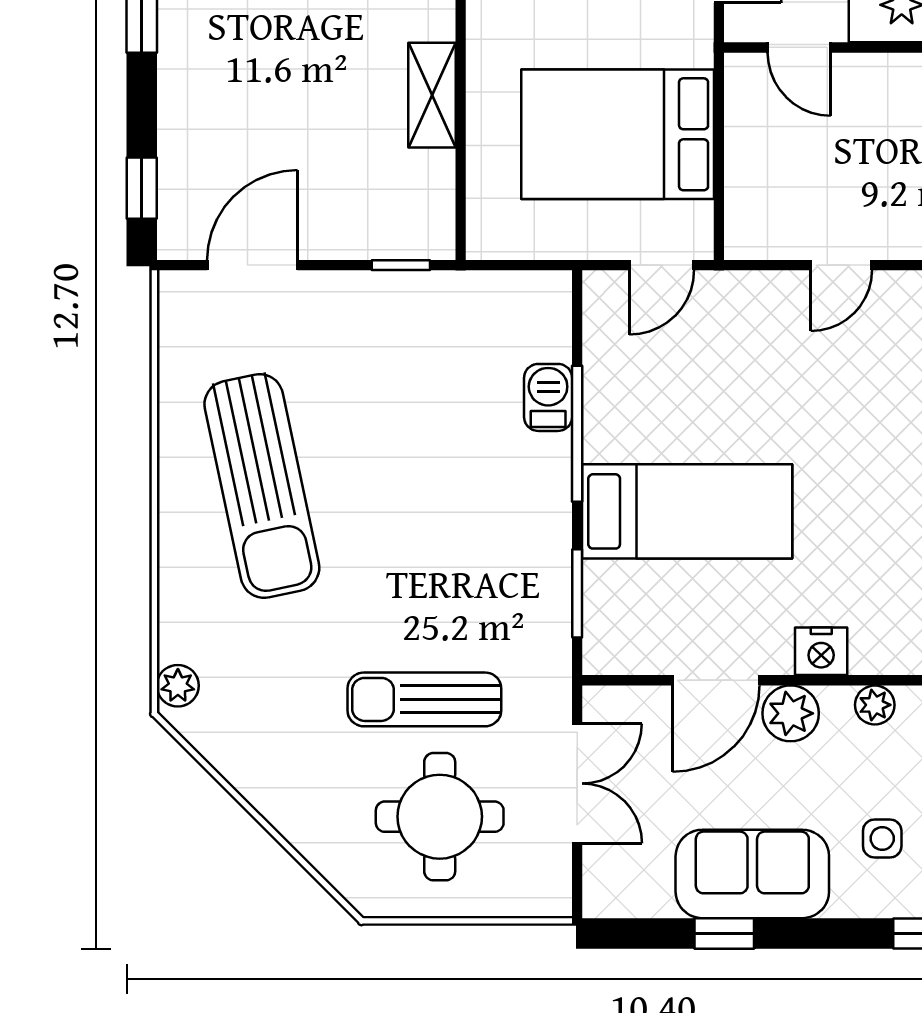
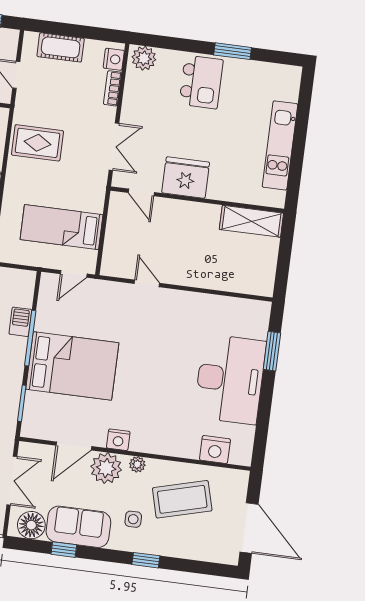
bed: (618, 134) -> (62, 227), width x0.67
door: (841, 265) -> (147, 283), swing flipped
bed: (687, 511) -> (72, 366), width x1.50
plant: (791, 713) -> (106, 468), width x1.36, depth x1.36
floor lamp: (638, 885) -> (31, 525), added

